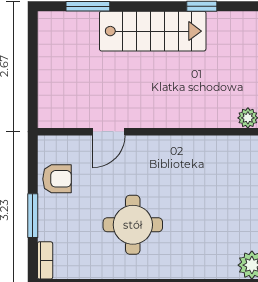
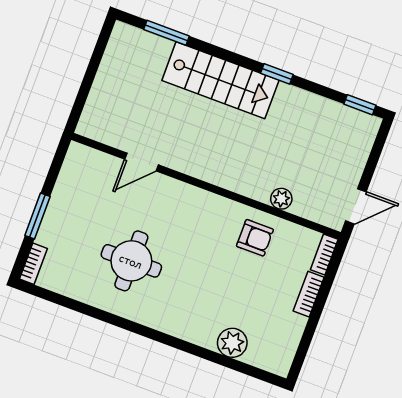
armchair: (57, 179) -> (255, 238), moved

